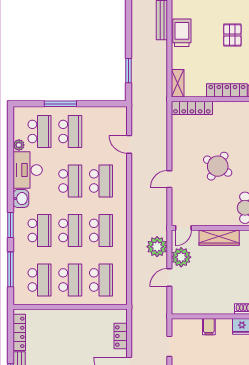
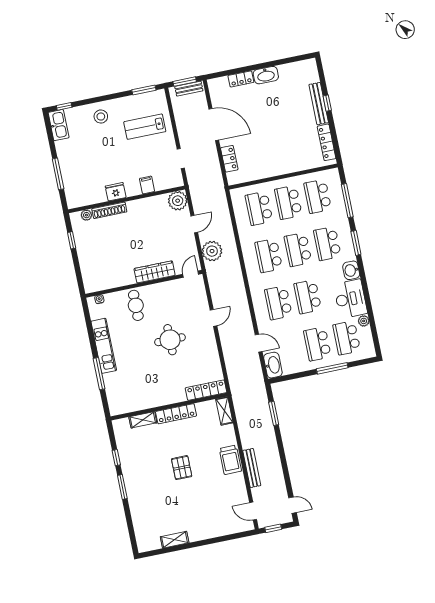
washbasin: (119, 119) -> (273, 365), added
round table: (218, 166) -> (170, 340), turned -32
plant: (181, 257) -> (178, 201), moved

